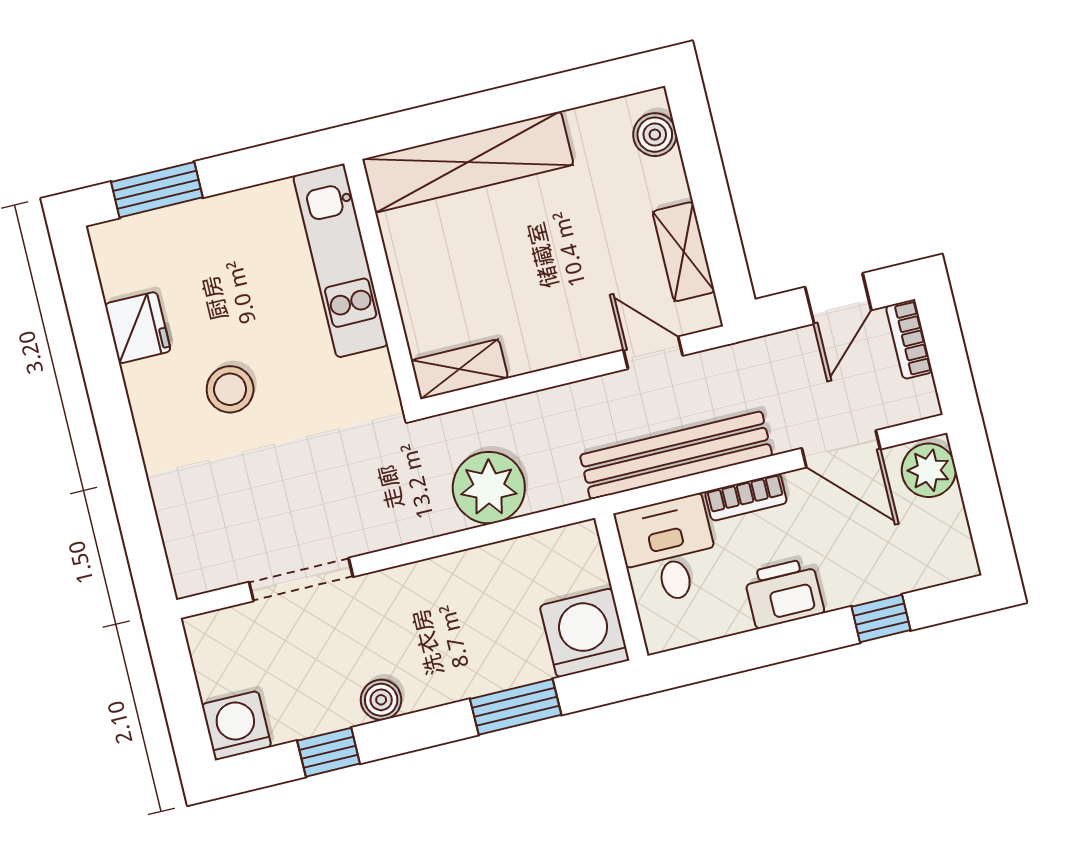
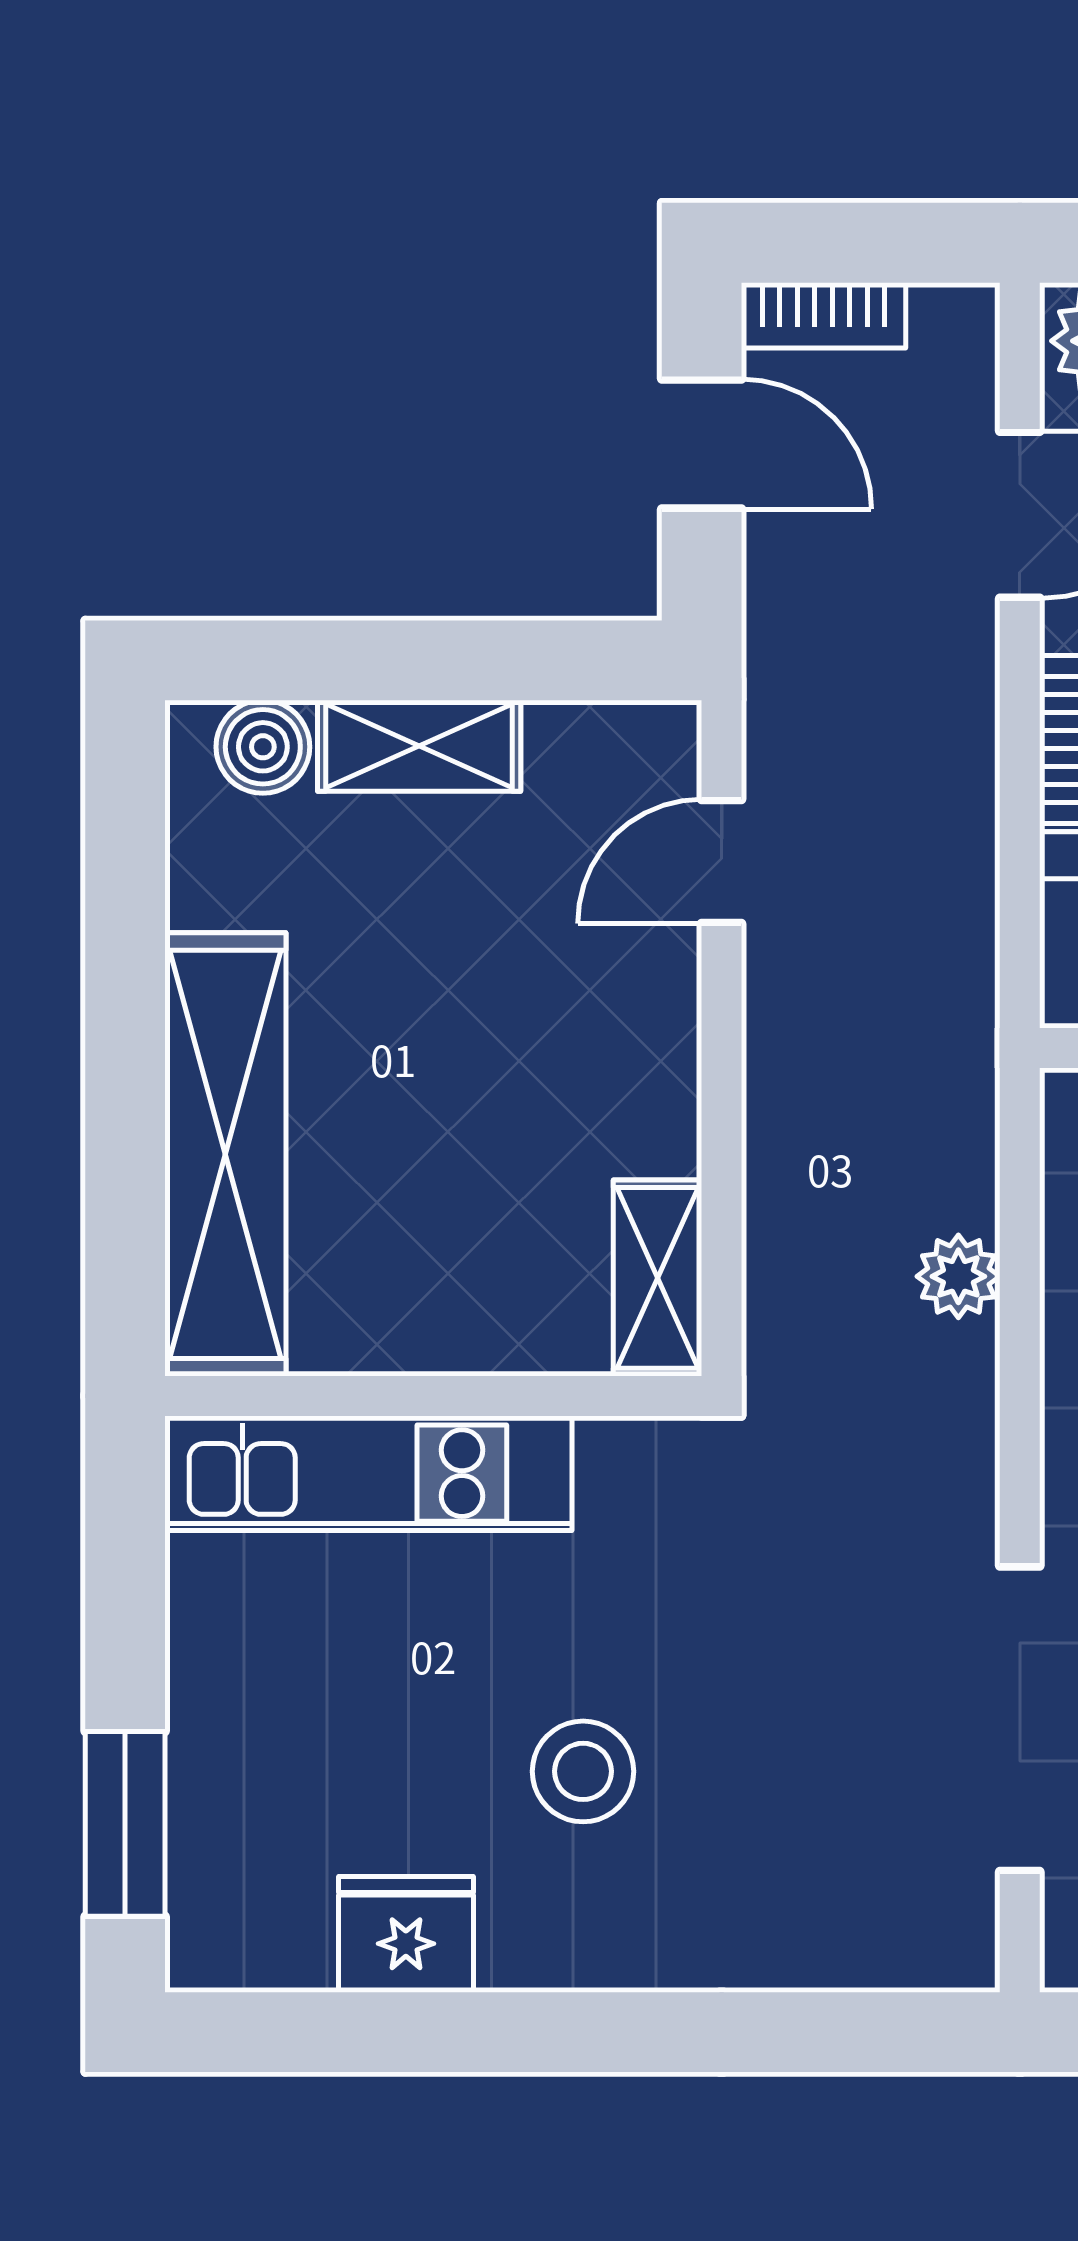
shelving: (684, 252) -> (419, 746), moved
bench: (676, 455) -> (949, 865), removed
plant: (489, 488) -> (958, 1276), width x0.53, depth x0.53
doorway: (301, 579) -> (1020, 1719), width x1.36

